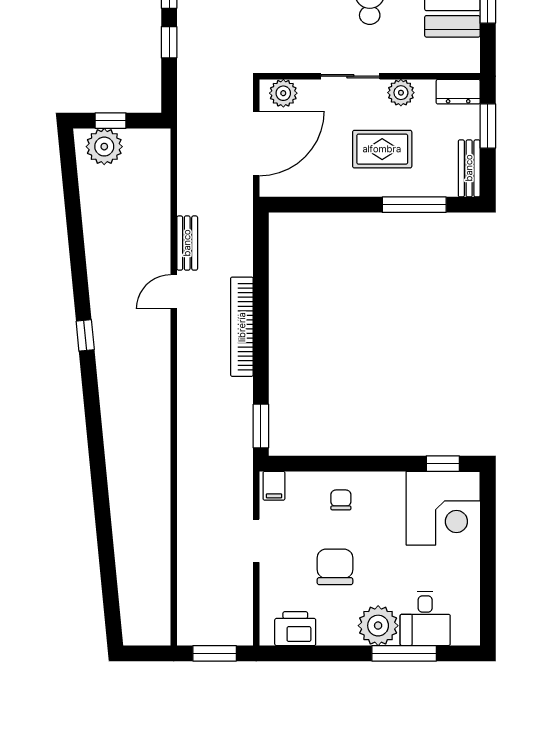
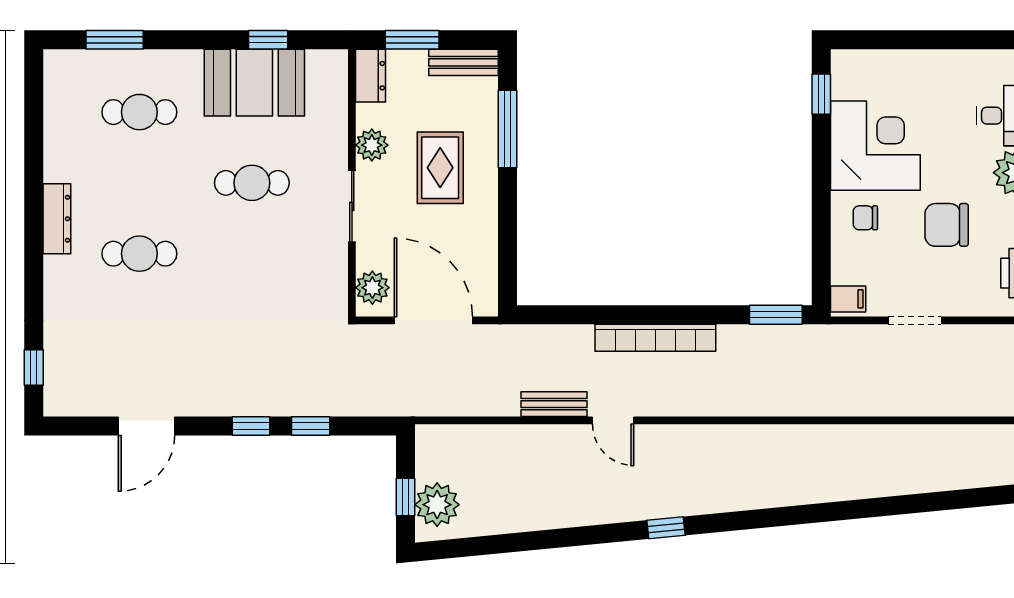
corner desk: (443, 508) -> (875, 146), moved

